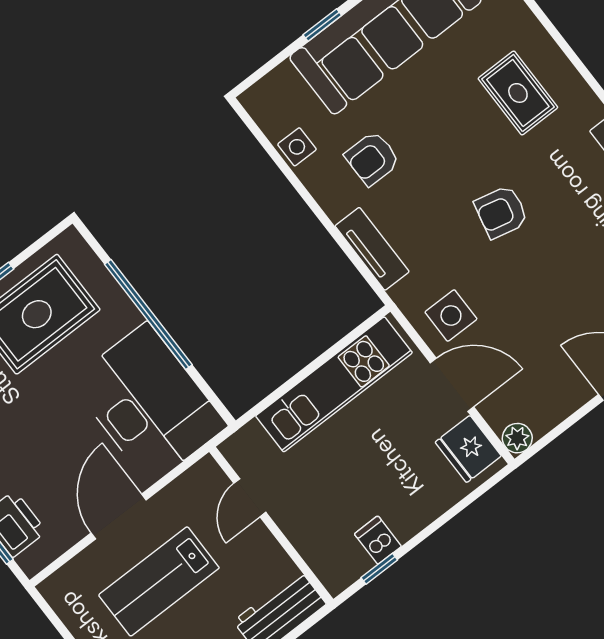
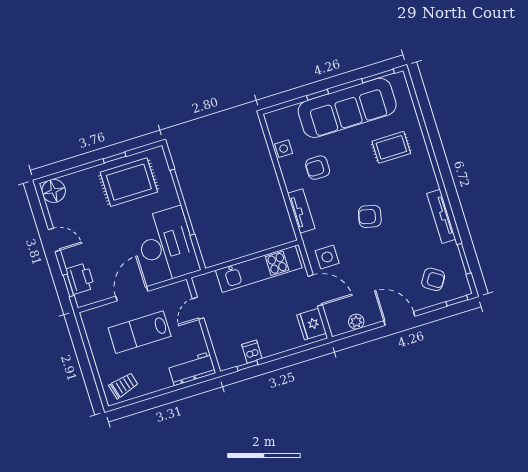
rug: (518, 93) -> (391, 147), moved, turned 90
plant: (517, 438) -> (356, 322), moved

